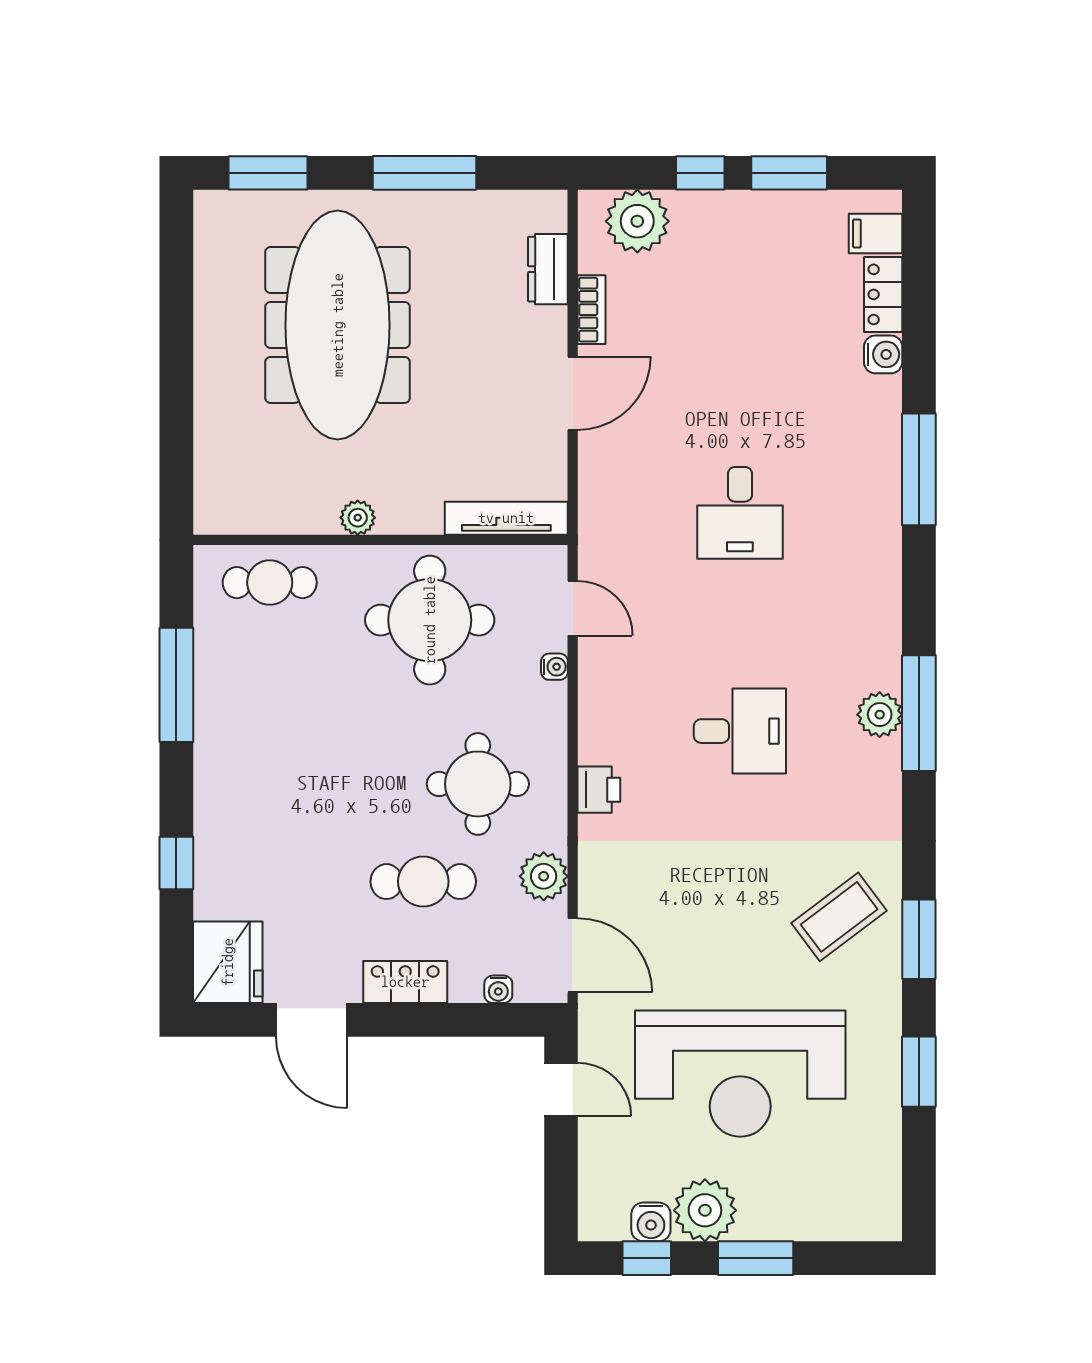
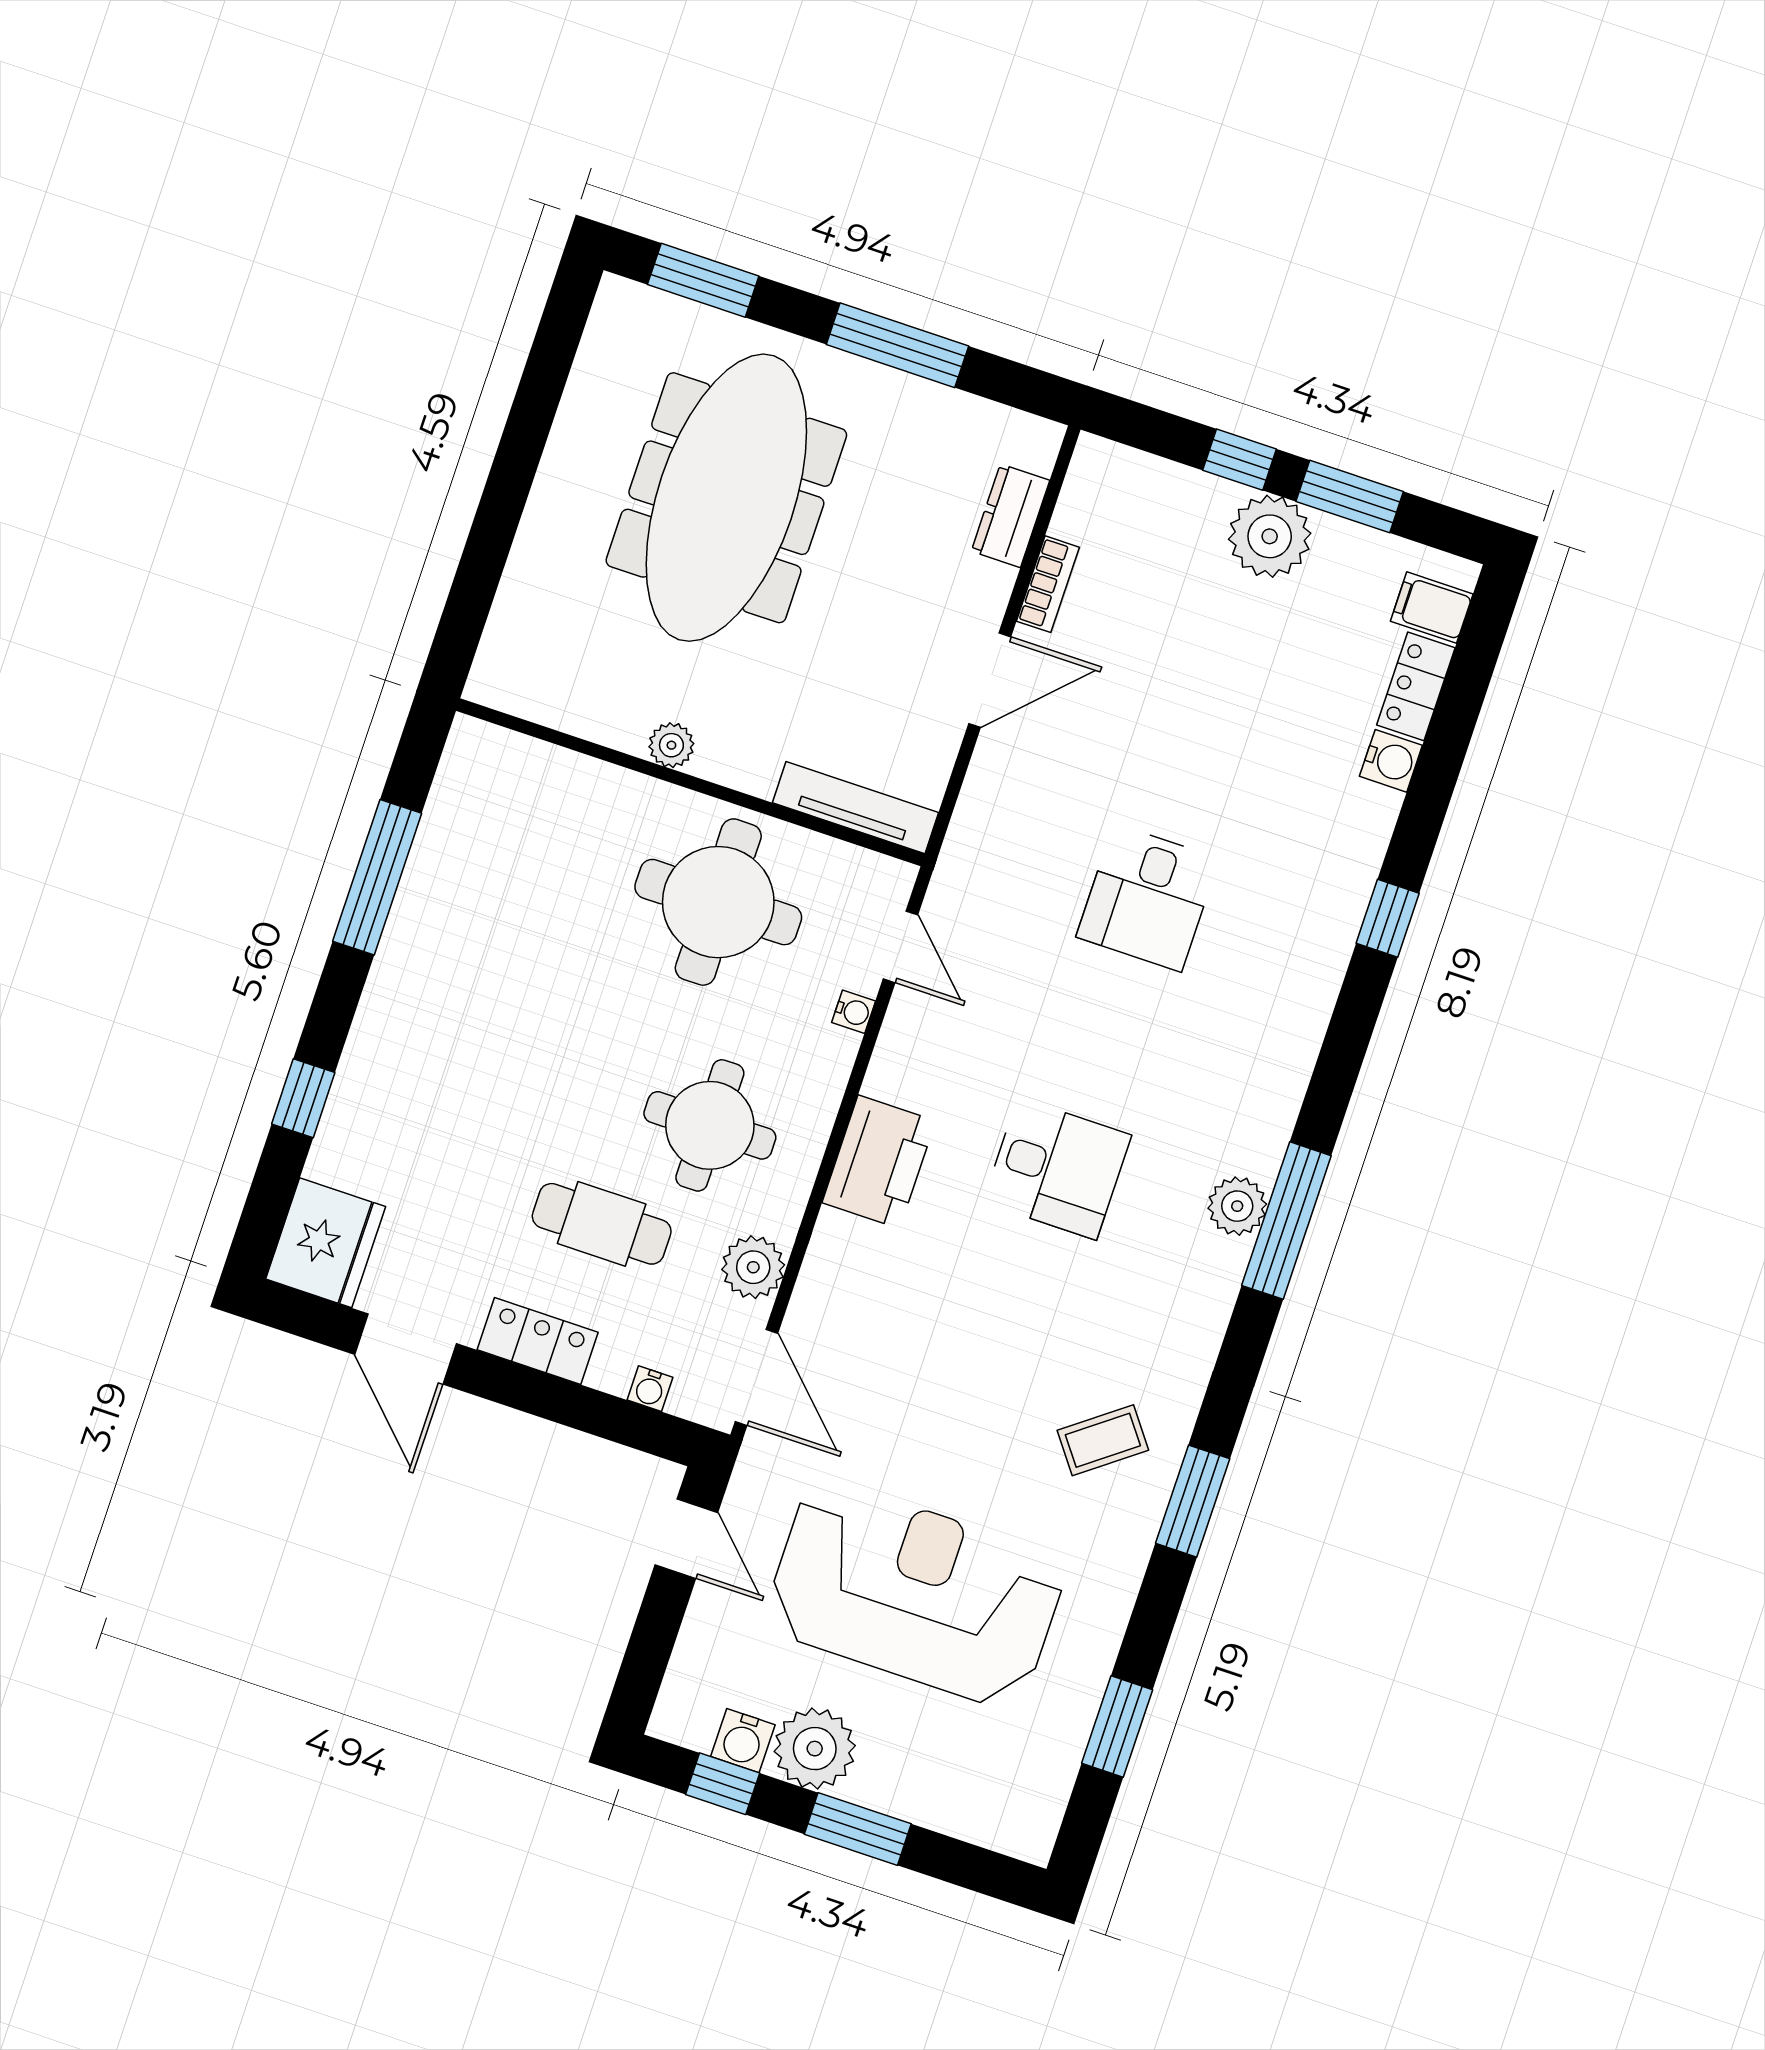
plant: (637, 221) -> (1270, 536), moved
window: (919, 469) -> (1388, 918), width x0.46
cafe table: (270, 583) -> (535, 789), removed
printer: (599, 790) -> (879, 1162), width x1.87, depth x1.48
coffee table: (839, 917) -> (1103, 1440), width x0.73, depth x0.77
window: (919, 1072) -> (1117, 1726), moved
reception desk: (740, 1074) -> (915, 1594), turned 180

